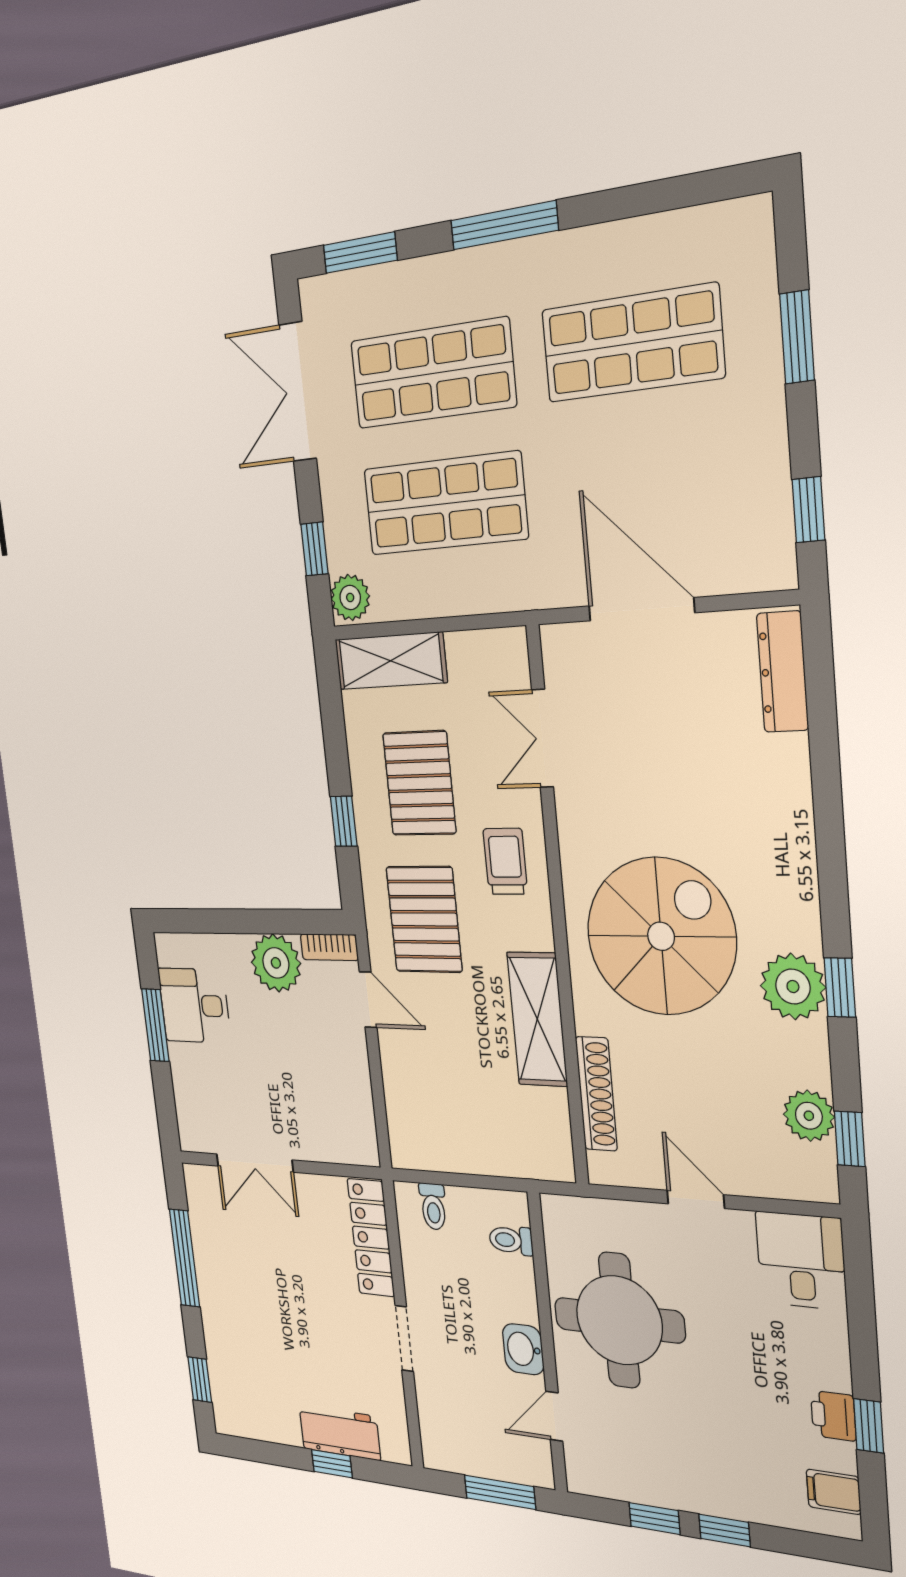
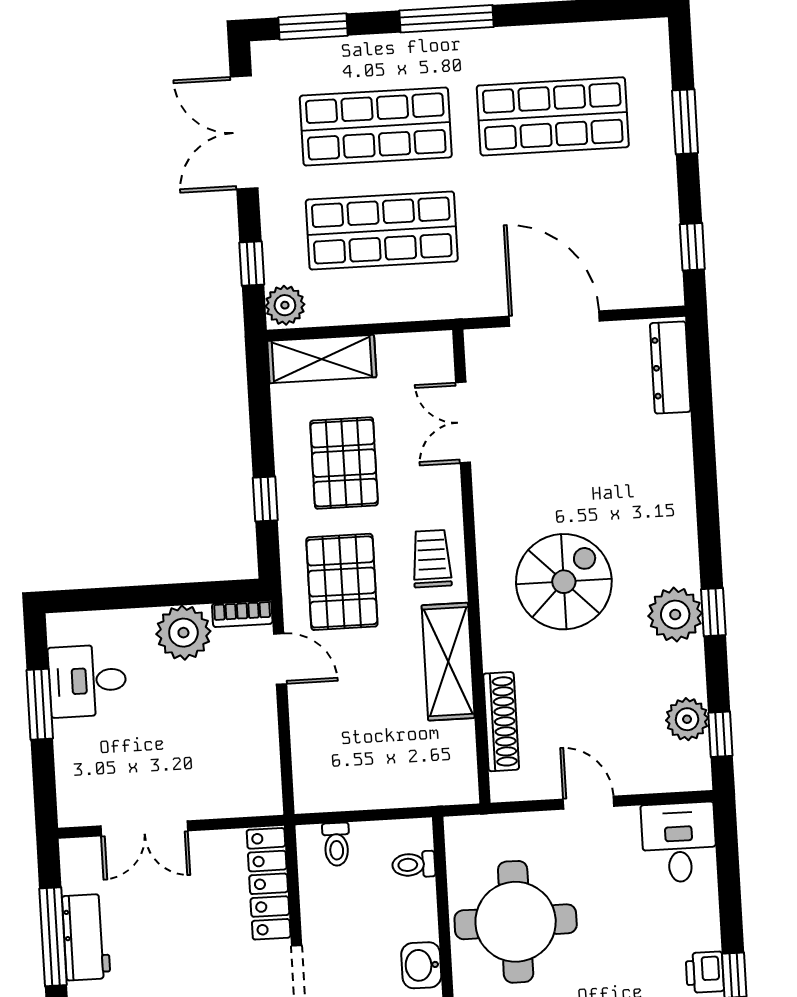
trolley: (505, 861) -> (432, 559), moved
spiral stairs: (661, 936) -> (564, 582), width x0.73, depth x0.73
workbench: (212, 1263) -> (86, 937), added

